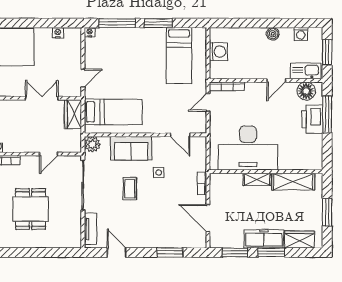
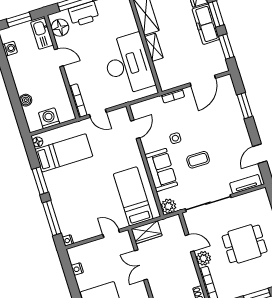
floor lamp: (198, 33) -> (38, 142), added
boiler: (273, 34) -> (26, 100), moved
plant: (29, 163) -> (203, 258), added

